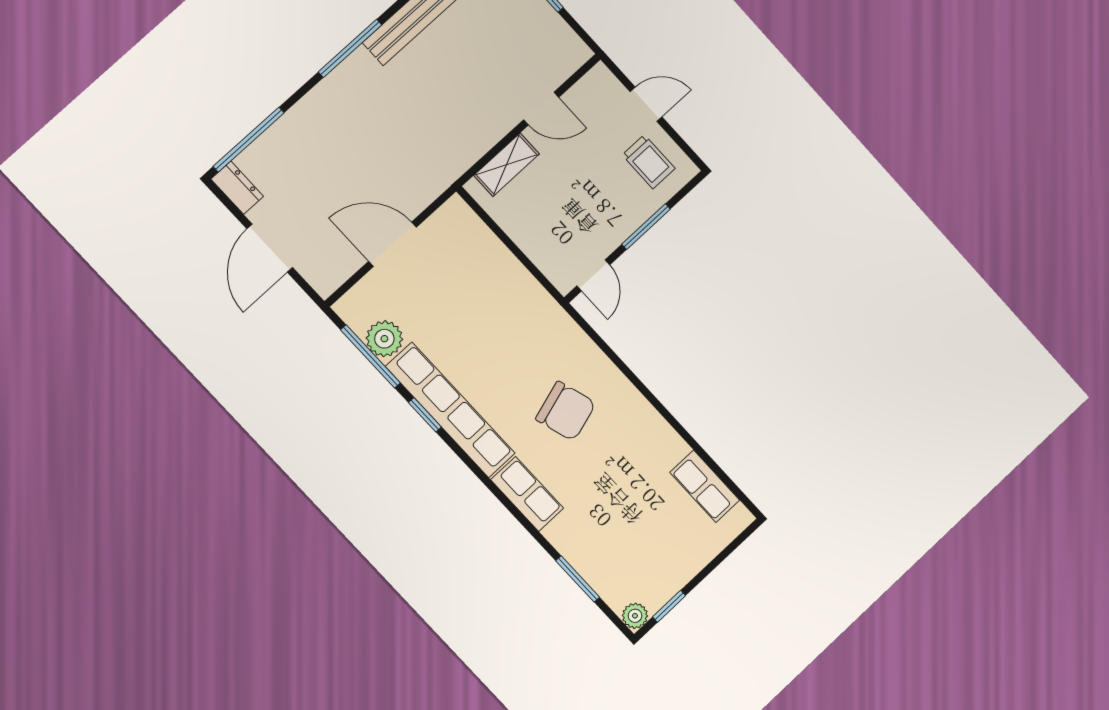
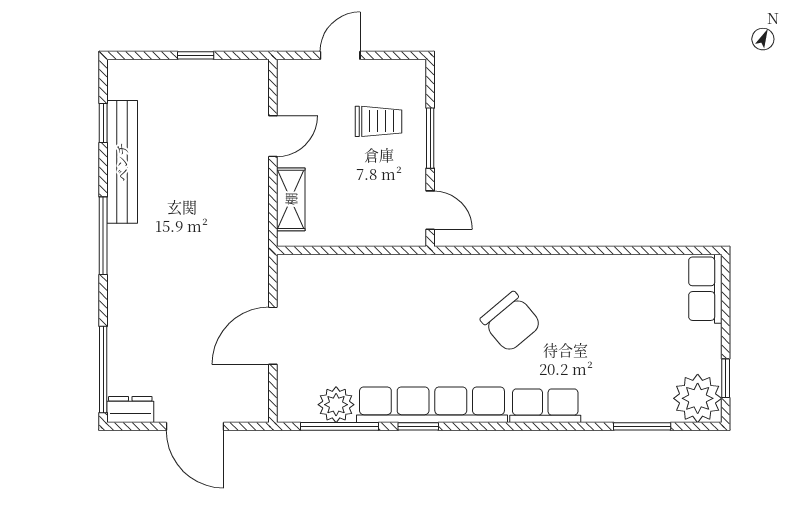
trolley: (649, 162) -> (378, 121), moved
chair: (566, 411) -> (511, 322), turned 67
row of seats: (705, 486) -> (705, 289), moved, turned 90
plant: (635, 616) -> (698, 398), width x1.87, depth x1.87

